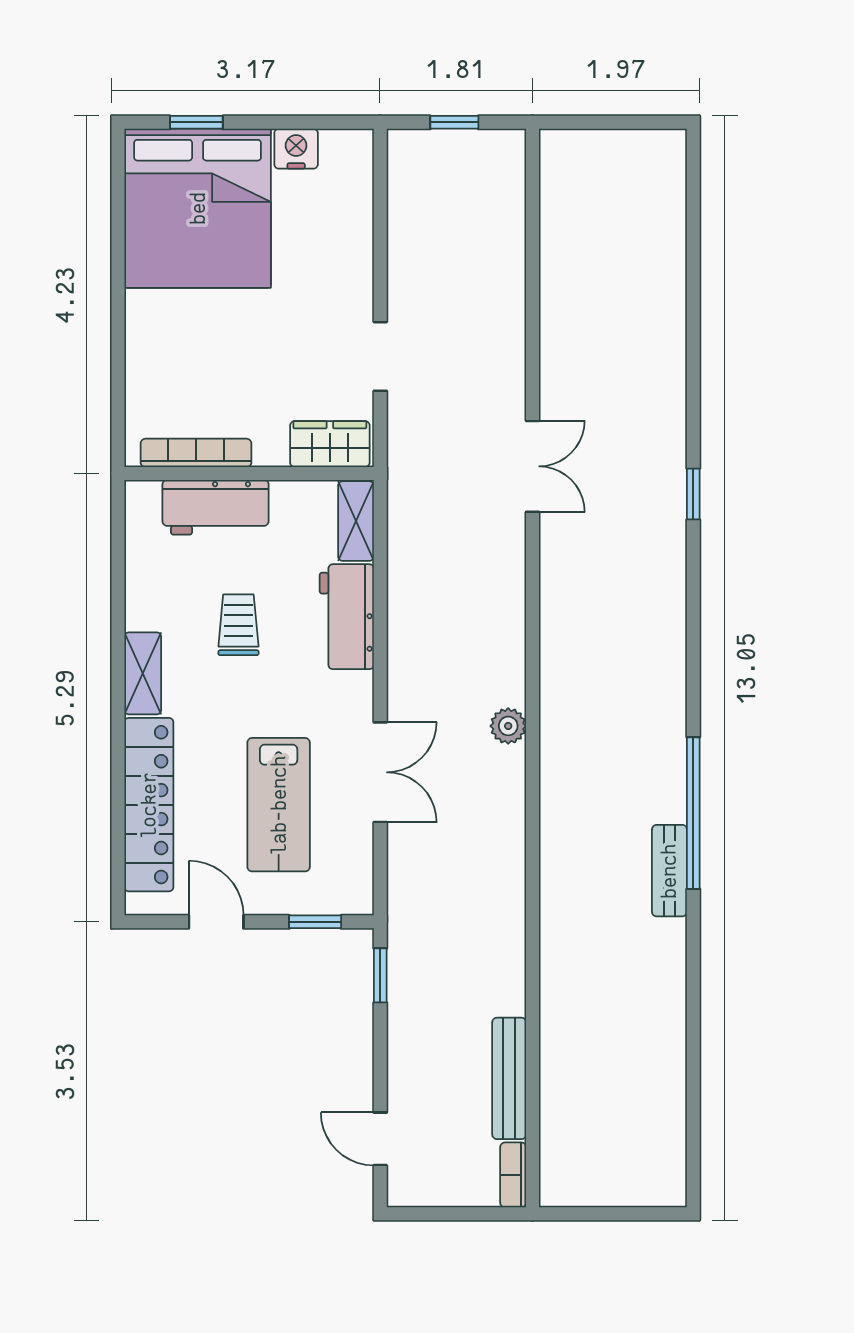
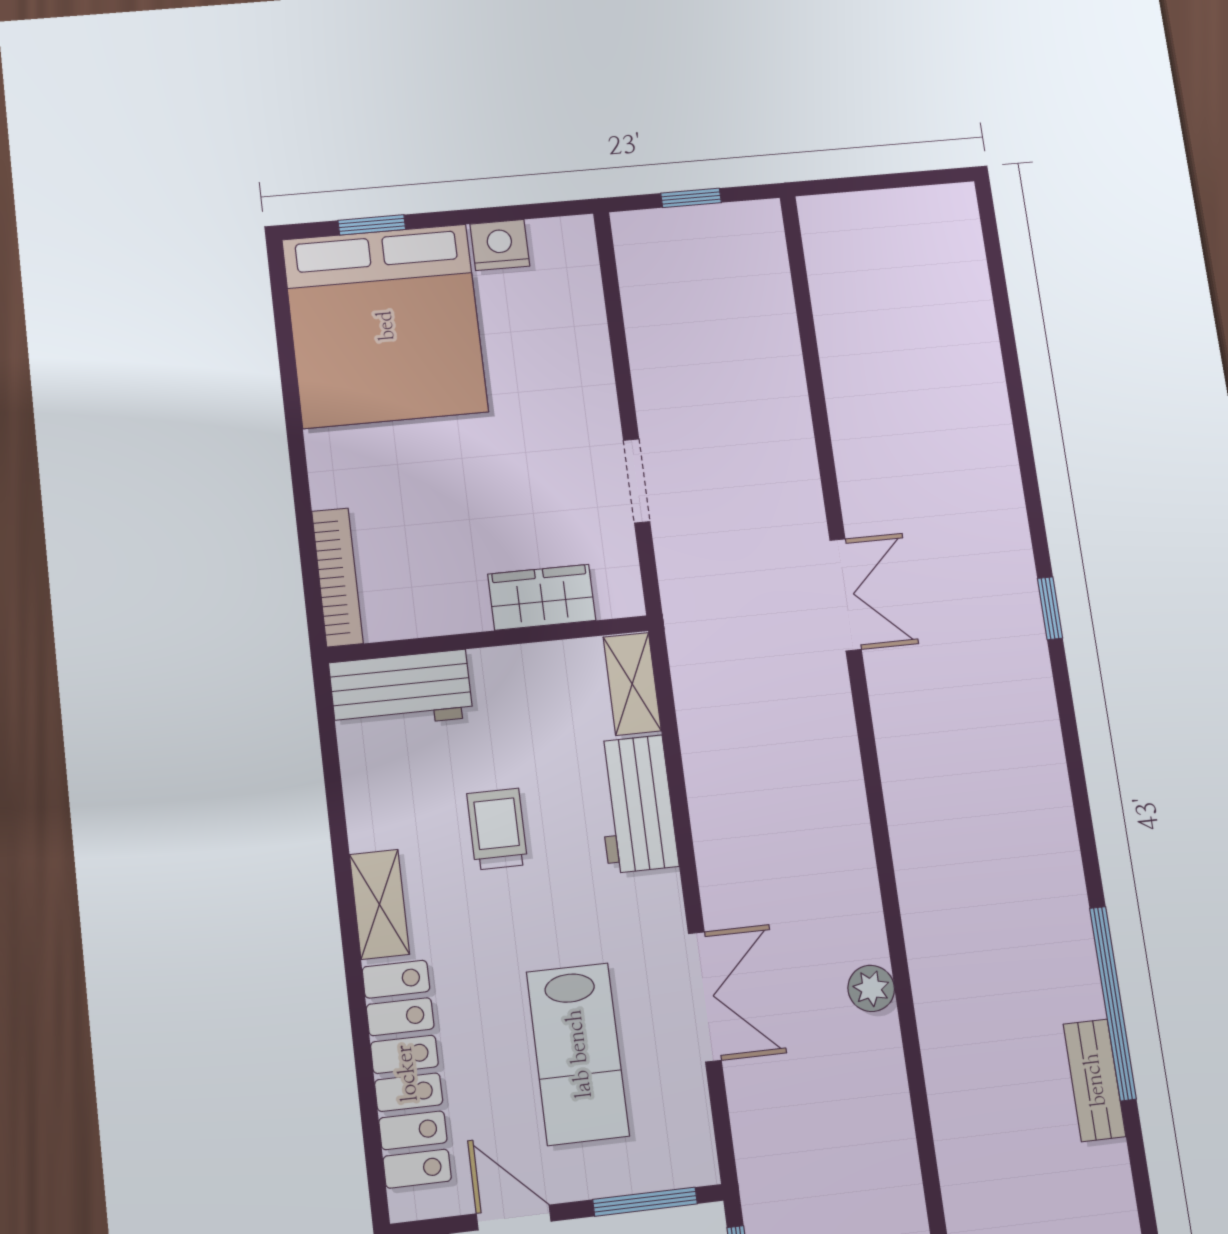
wardrobe: (330, 444) -> (542, 597), moved
bookcase: (196, 453) -> (337, 577), moved, turned 90
workbench: (216, 507) -> (401, 690), moved
plant: (508, 726) -> (871, 988), moved
window: (315, 922) -> (645, 1202), width x1.50

